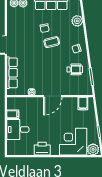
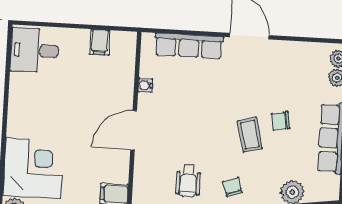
door: (53, 96) -> (134, 130), hinge flipped
desk: (18, 129) -> (34, 50), moved, turned -90
printer: (42, 149) -> (22, 101), removed

